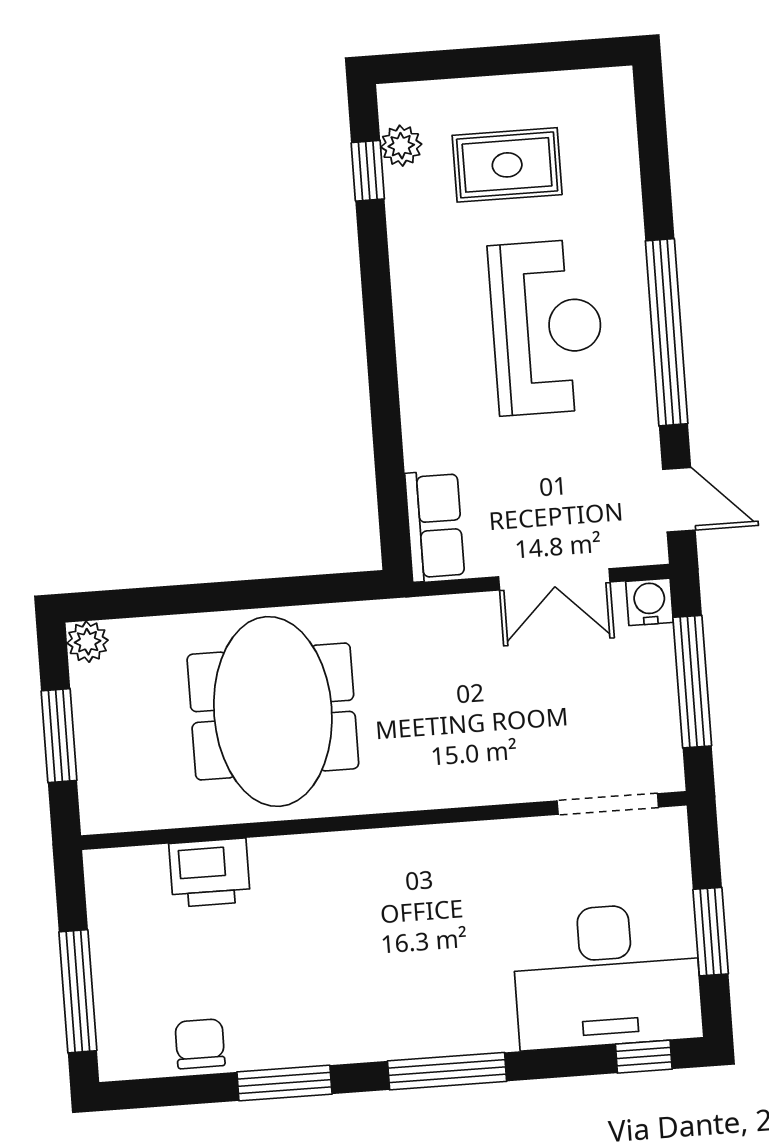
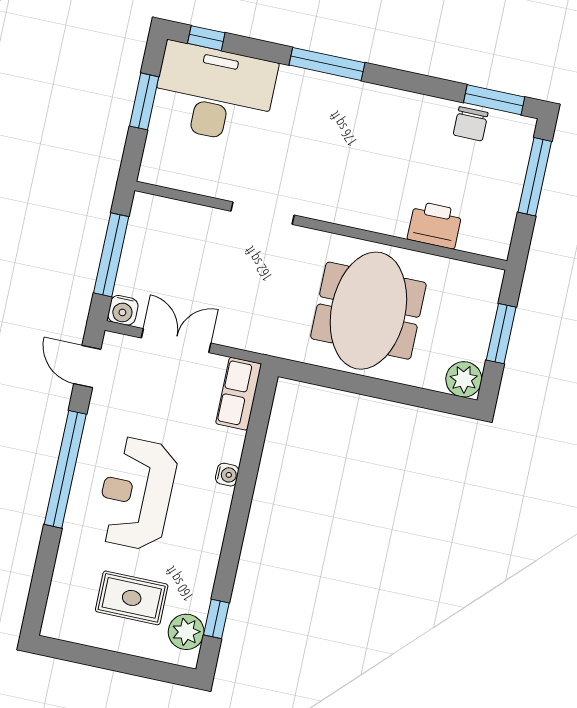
plant: (401, 146) -> (186, 632), width x1.38, depth x1.38
water cooler: (416, 397) -> (227, 475), added
plant: (88, 642) -> (464, 379), width x1.38, depth x1.38
doorway: (608, 804) -> (263, 213), moved
window: (284, 1083) -> (494, 100), moved

